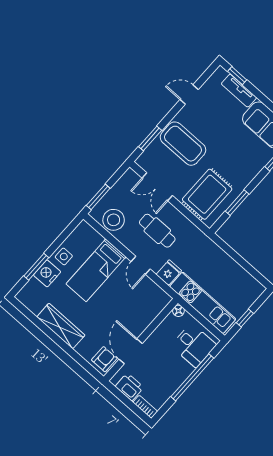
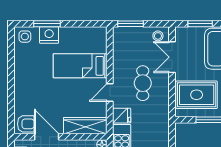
stool: (114, 220) -> (158, 36), moved, width x0.53, depth x0.53
side table: (64, 256) -> (25, 37), moved
wardrobe: (61, 326) -> (85, 126), moved, turned -90
door: (131, 351) -> (47, 137), hinge flipped

